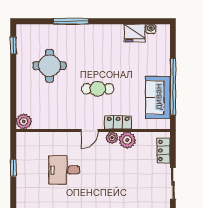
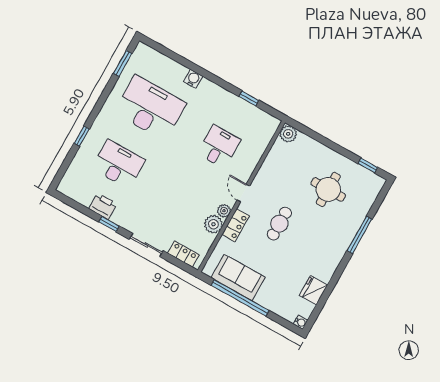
water cooler: (151, 29) -> (301, 322), moved

